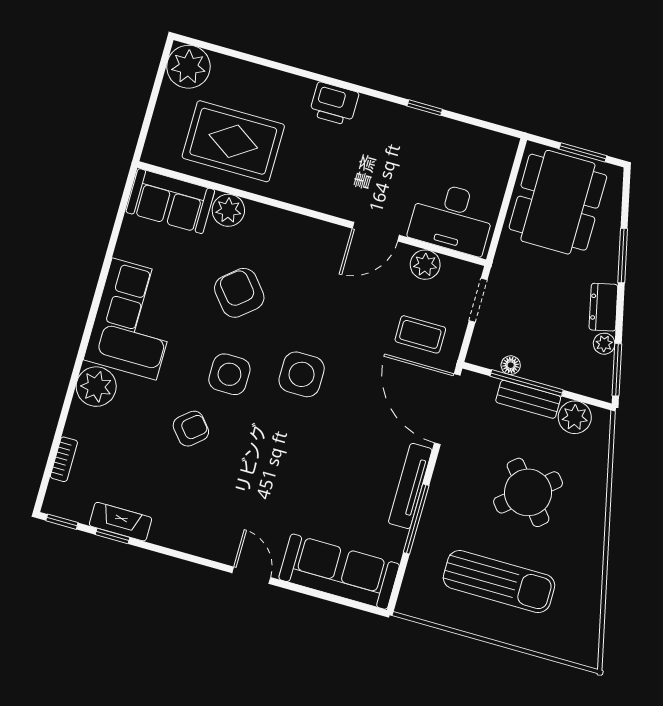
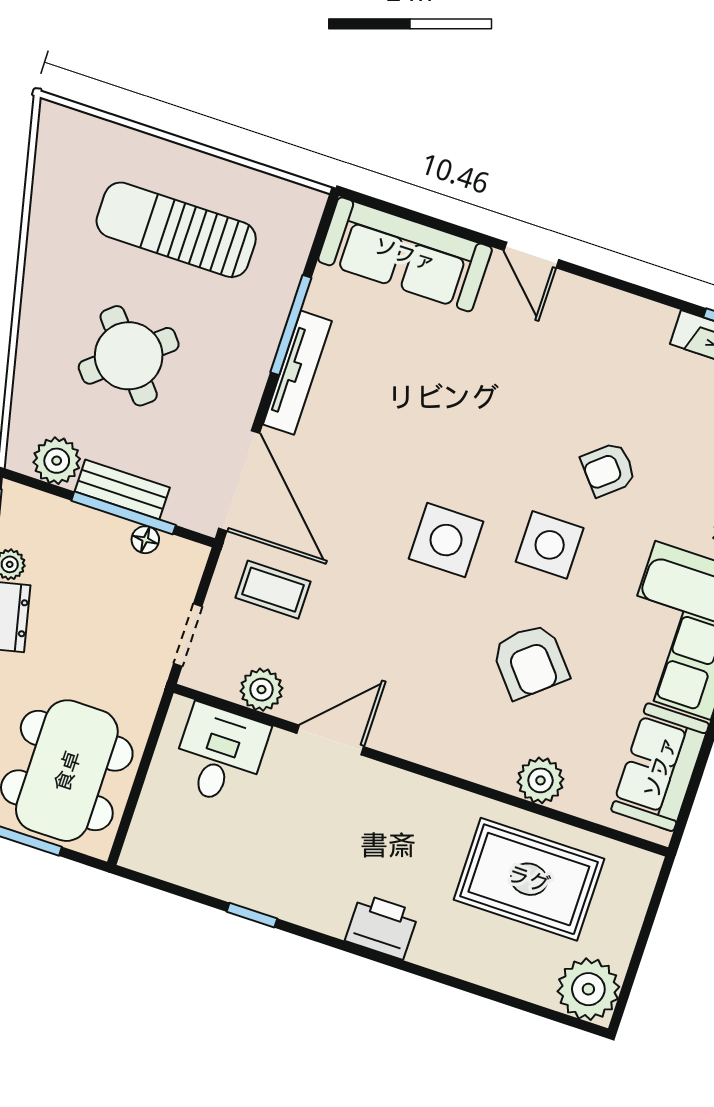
sofa: (170, 201) -> (660, 767), moved, turned -90
desk: (452, 218) -> (220, 755), width x0.73

